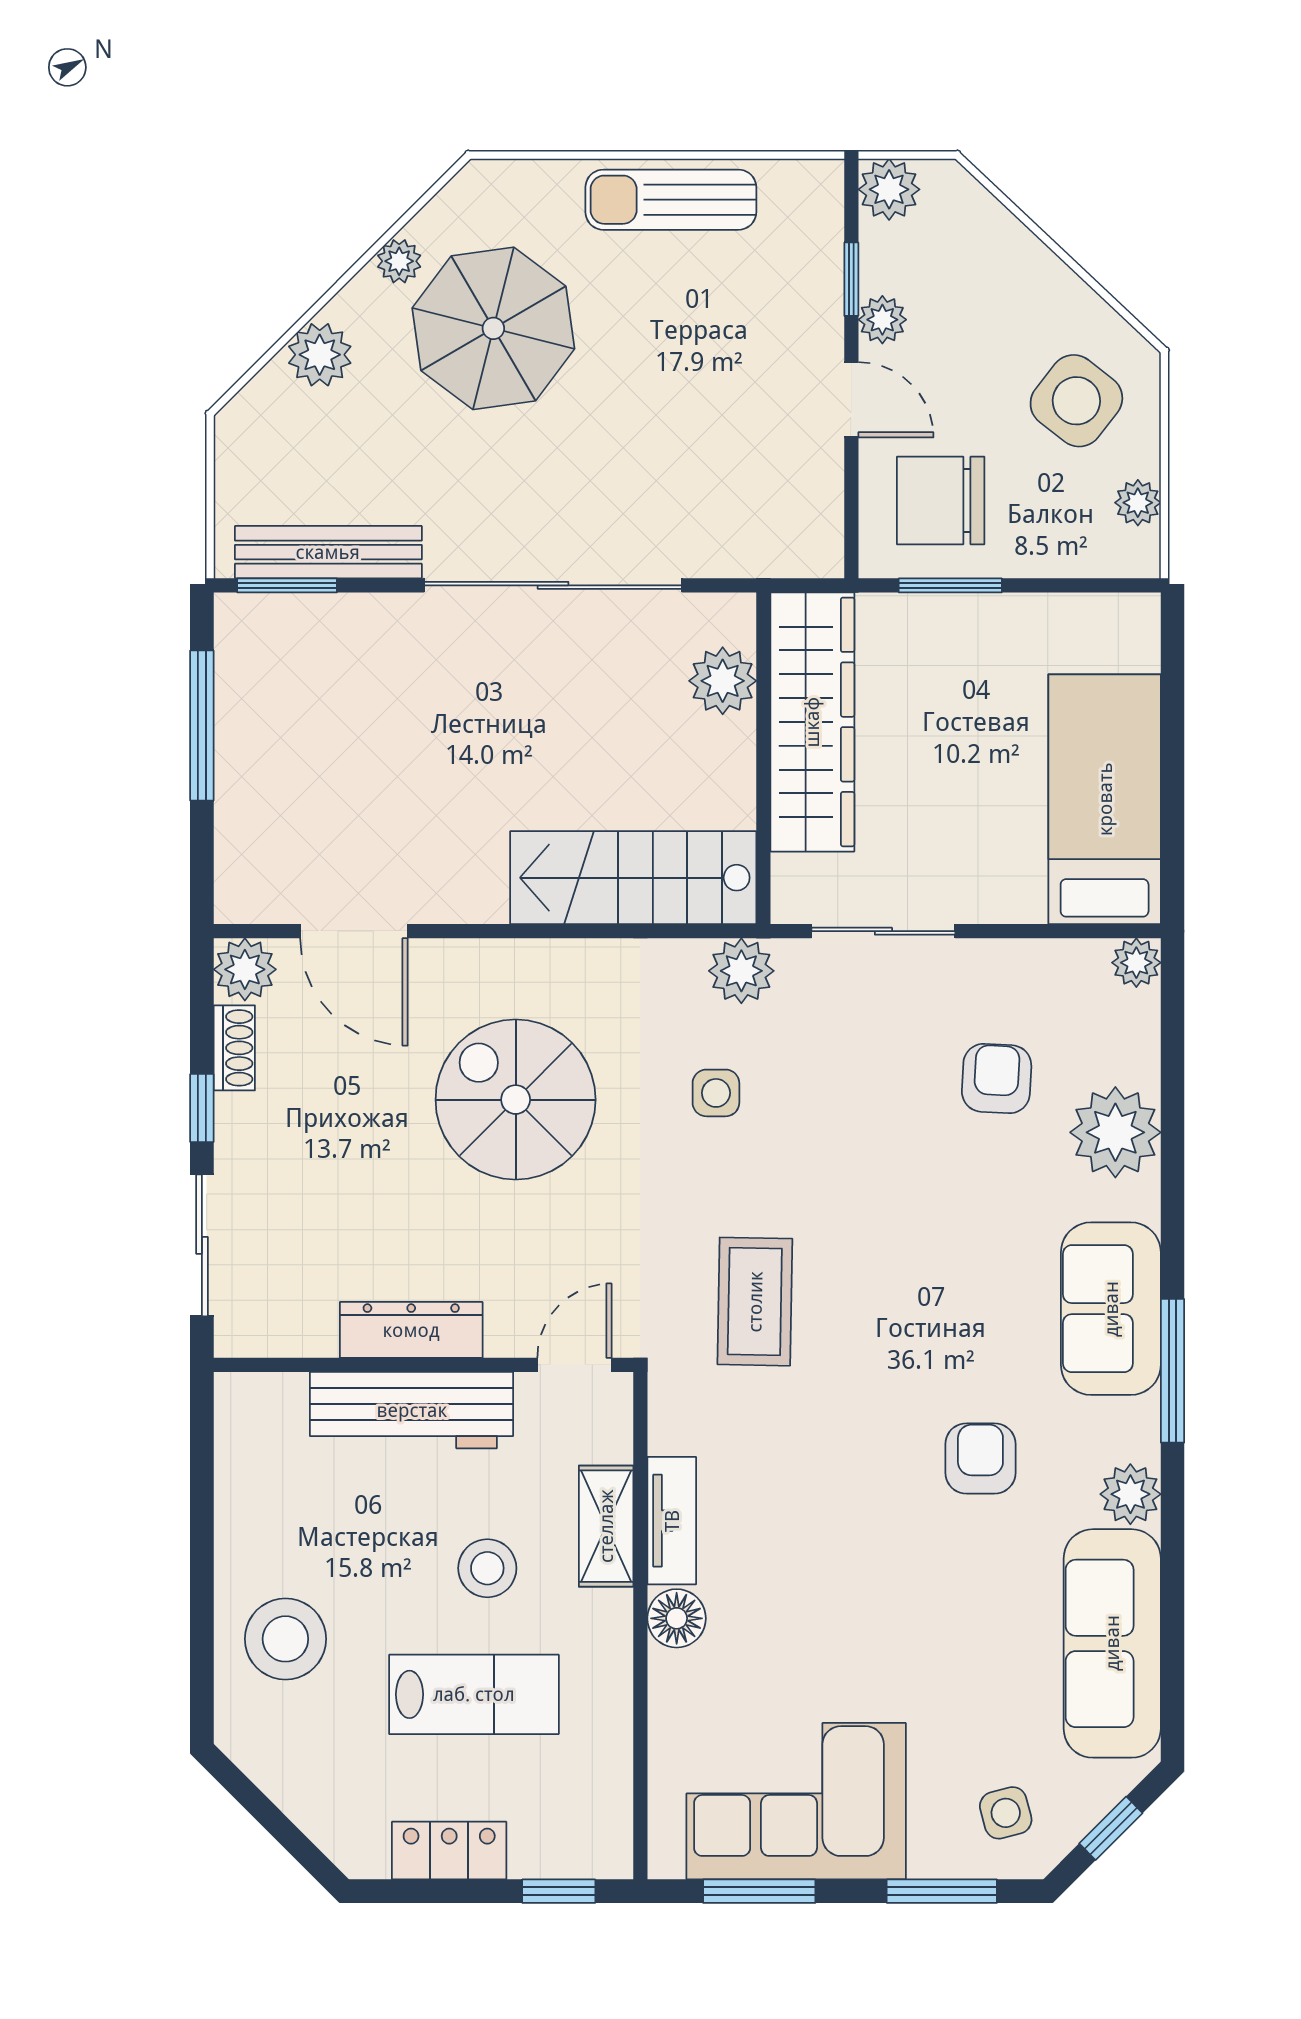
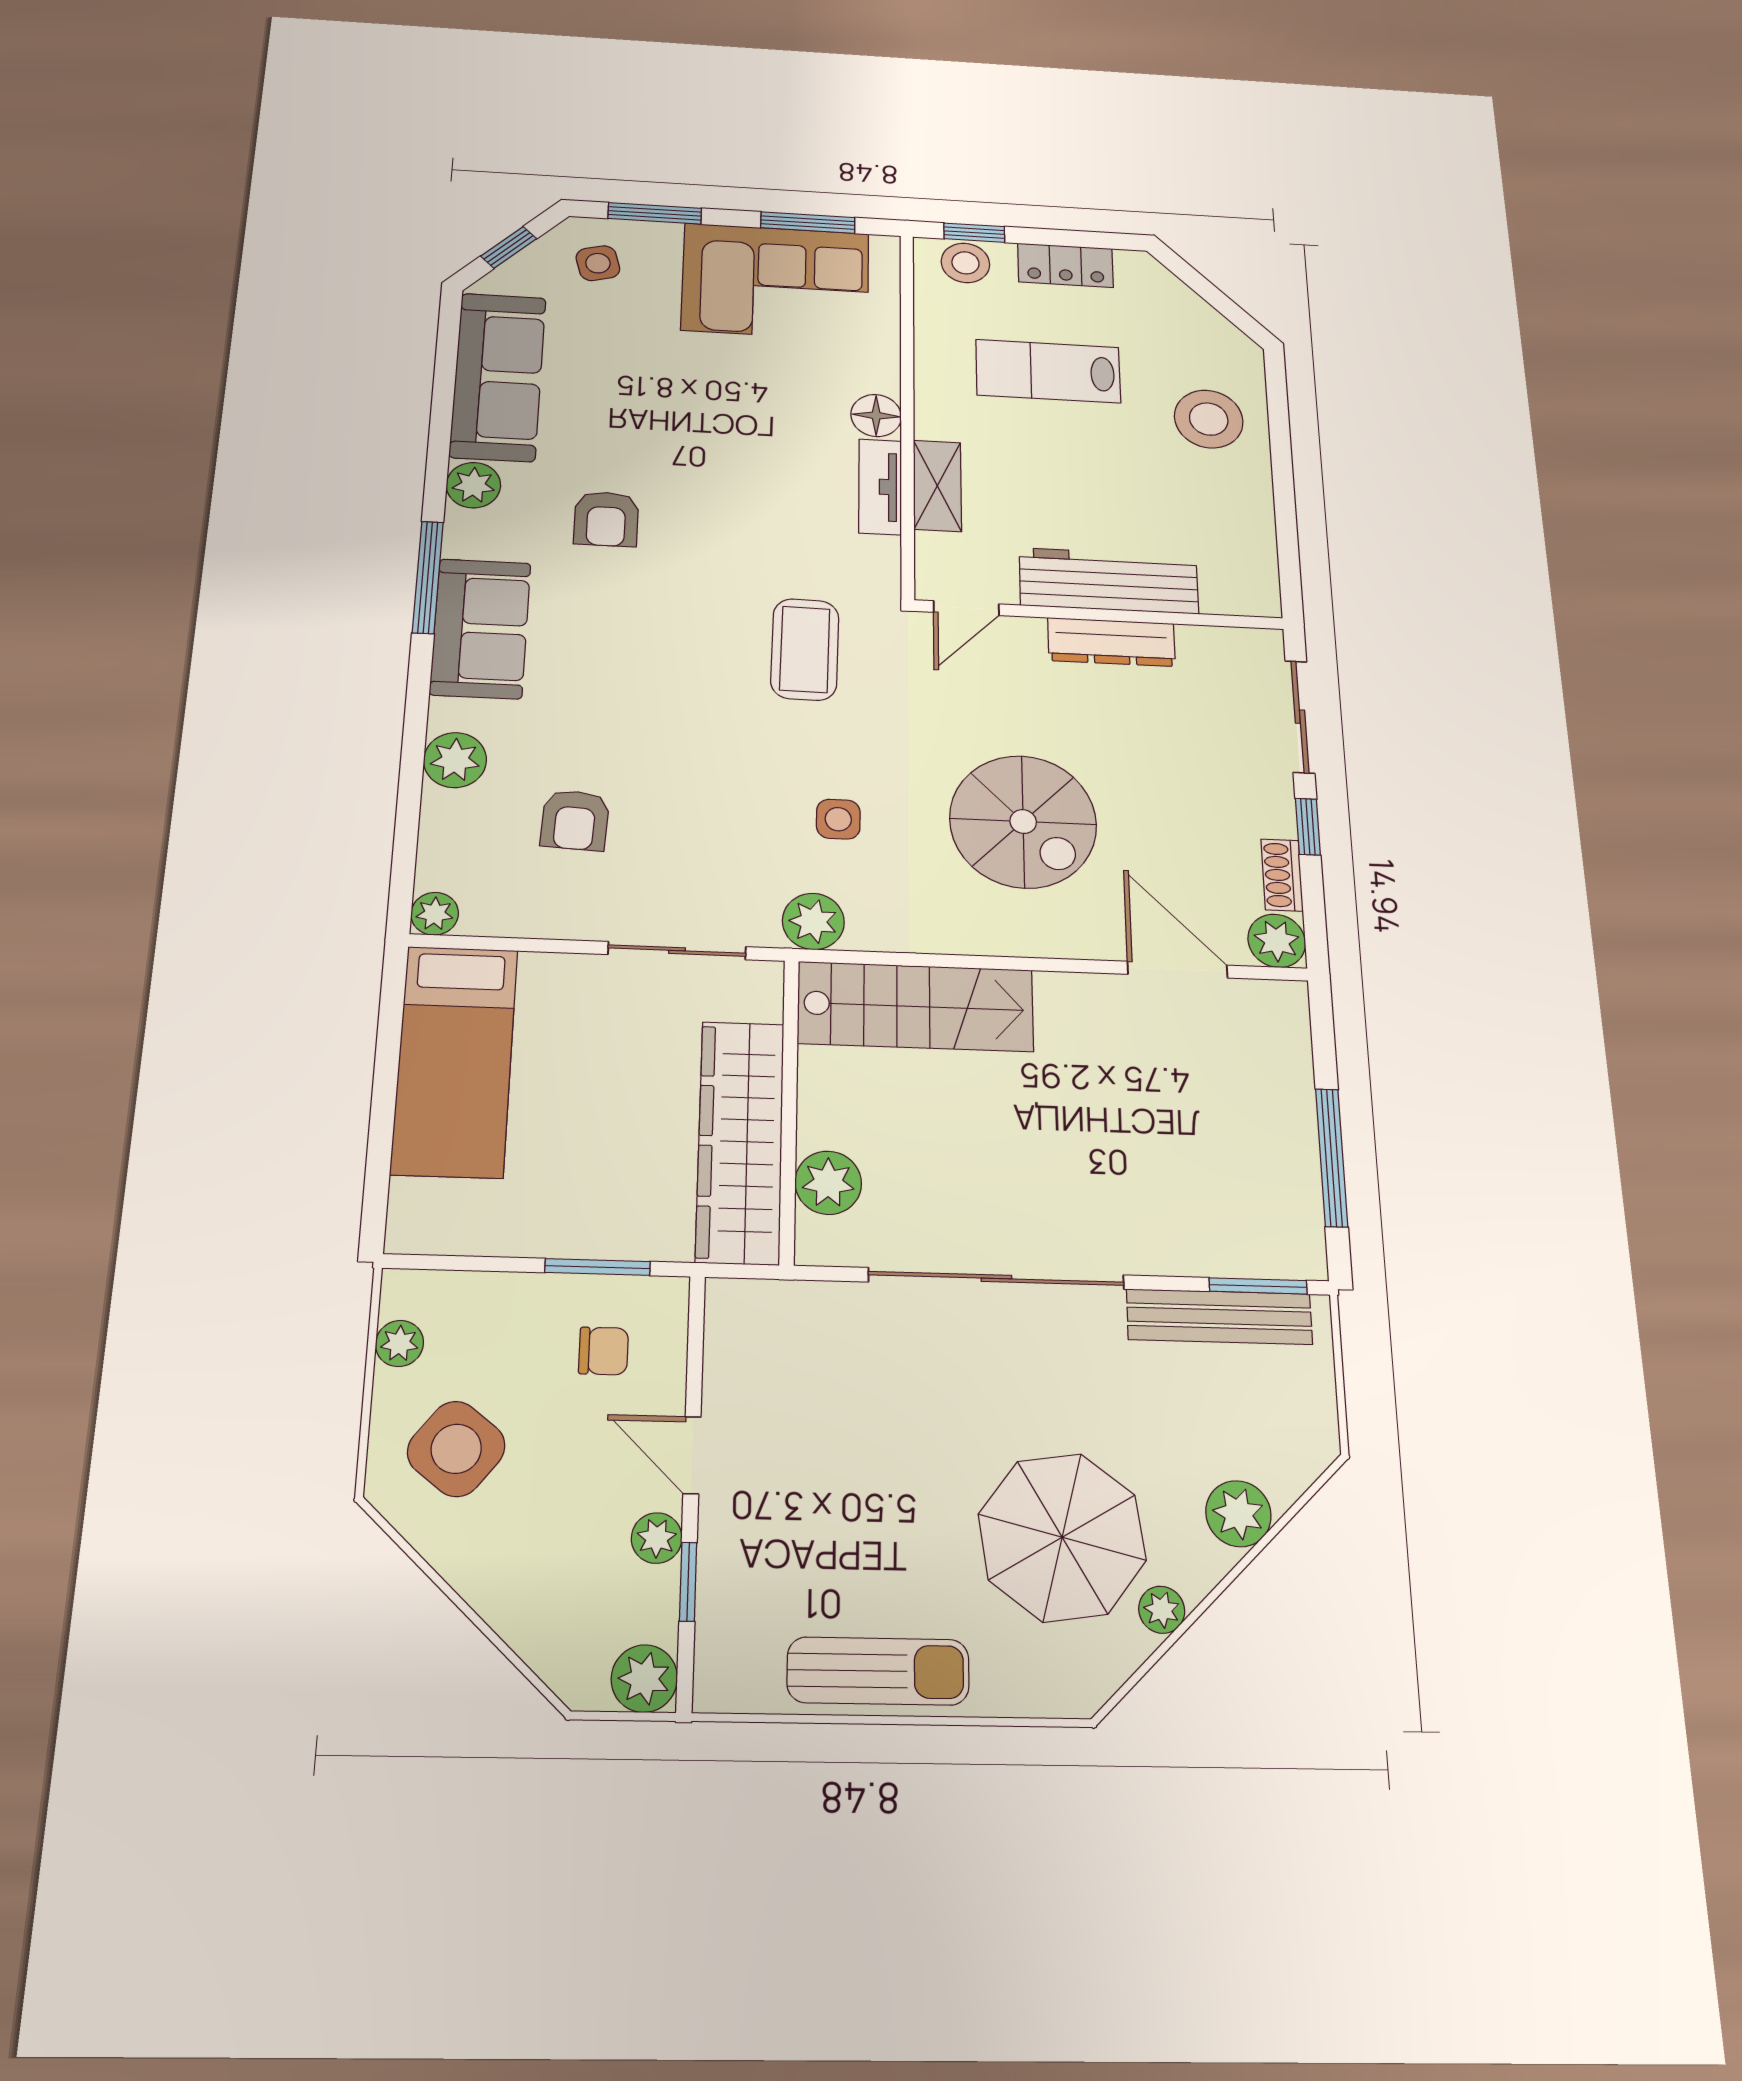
chair: (941, 500) -> (604, 1351), width x0.54, depth x0.54
plant: (1115, 1132) -> (455, 760), width x0.73, depth x0.73
stool: (487, 1568) -> (965, 263), moved

